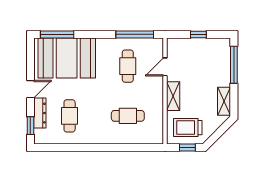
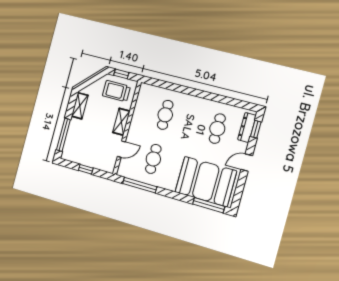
dresser: (40, 113) -> (247, 128), moved
cafe table: (128, 116) -> (165, 115), turned 90
trolley: (188, 128) -> (116, 91), turned 180

